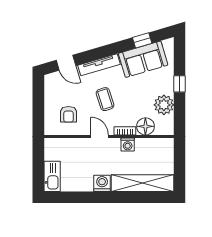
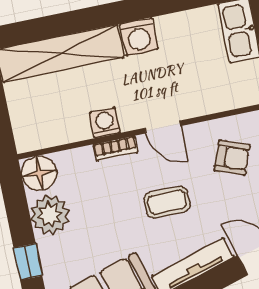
coffee table: (105, 99) -> (167, 202), turned -72
armchair: (69, 114) -> (232, 158), turned 111
floor lamp: (145, 126) -> (39, 173), moved

